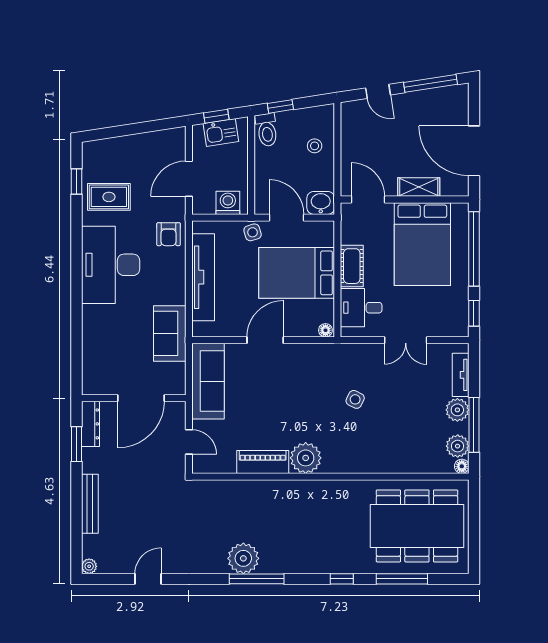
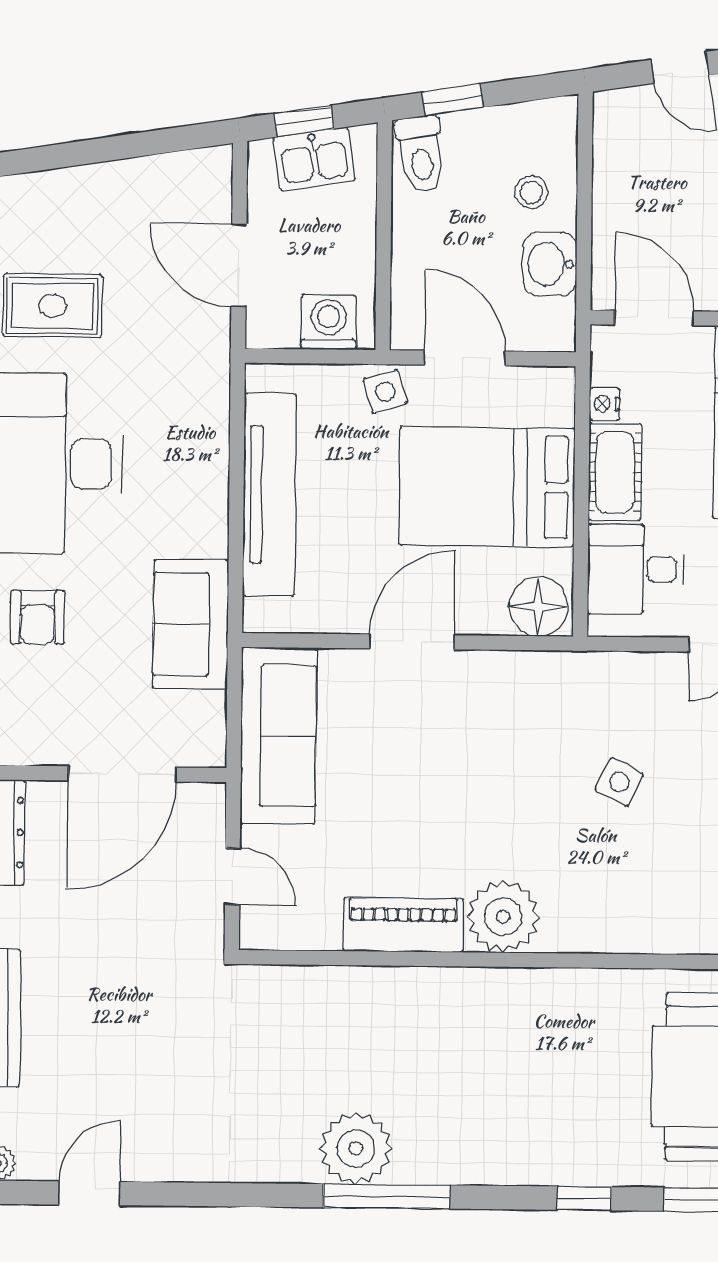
door: (189, 179) -> (239, 265), hinge flipped
washbasin: (321, 203) -> (550, 264), moved, turned -90
armchair: (169, 234) -> (38, 617), moved
nightstand: (347, 237) -> (604, 404), added
floor lamp: (325, 330) -> (538, 607), width x1.89, depth x1.89
door: (148, 579) -> (89, 1193), moved

